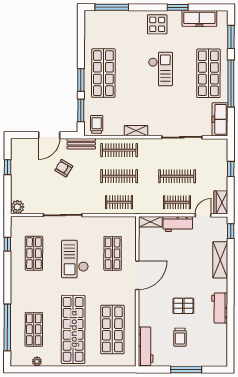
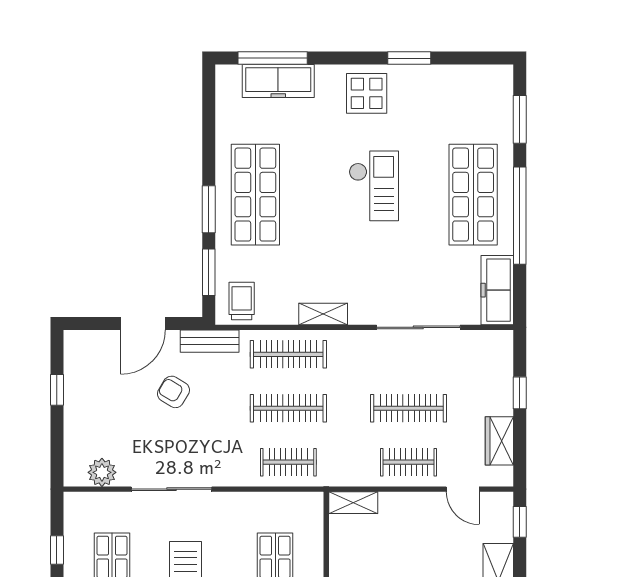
freezer: (199, 18) -> (278, 81), moved
wardrobe: (221, 202) -> (499, 441), moved
plant: (17, 207) -> (102, 472), moved
door: (203, 215) -> (463, 489), swing flipped
workbench: (178, 224) -> (410, 507), removed

